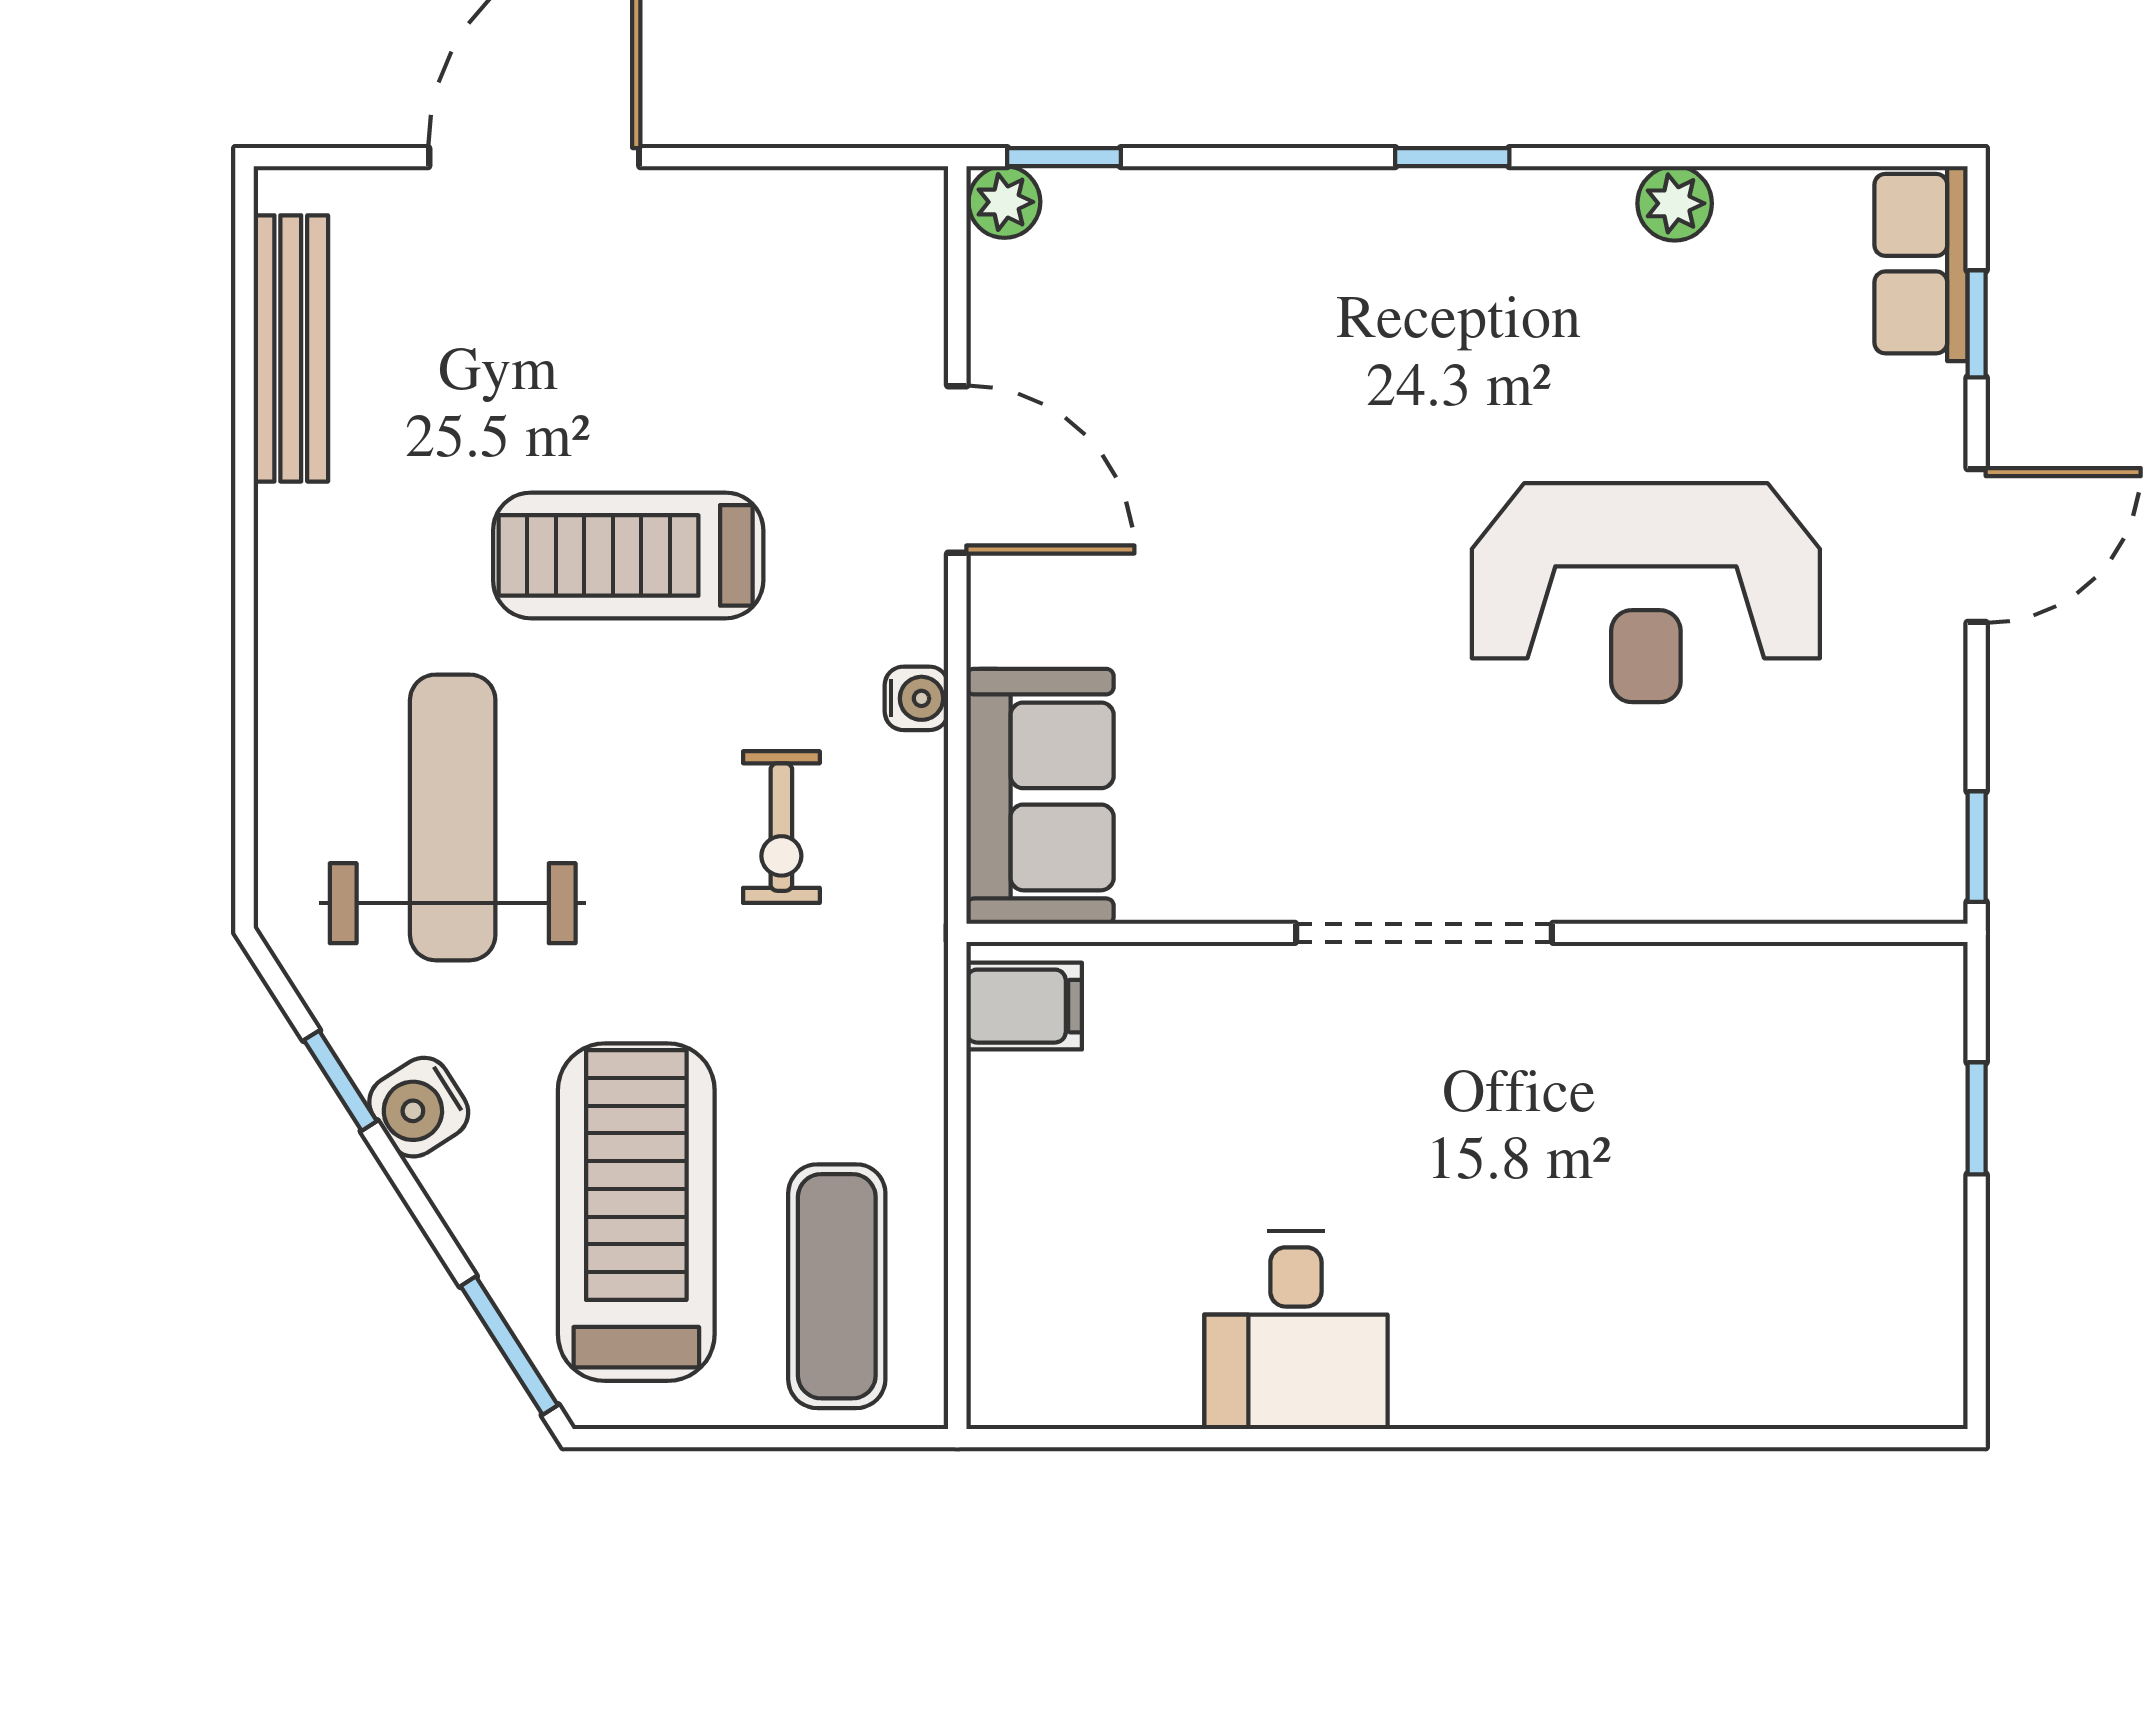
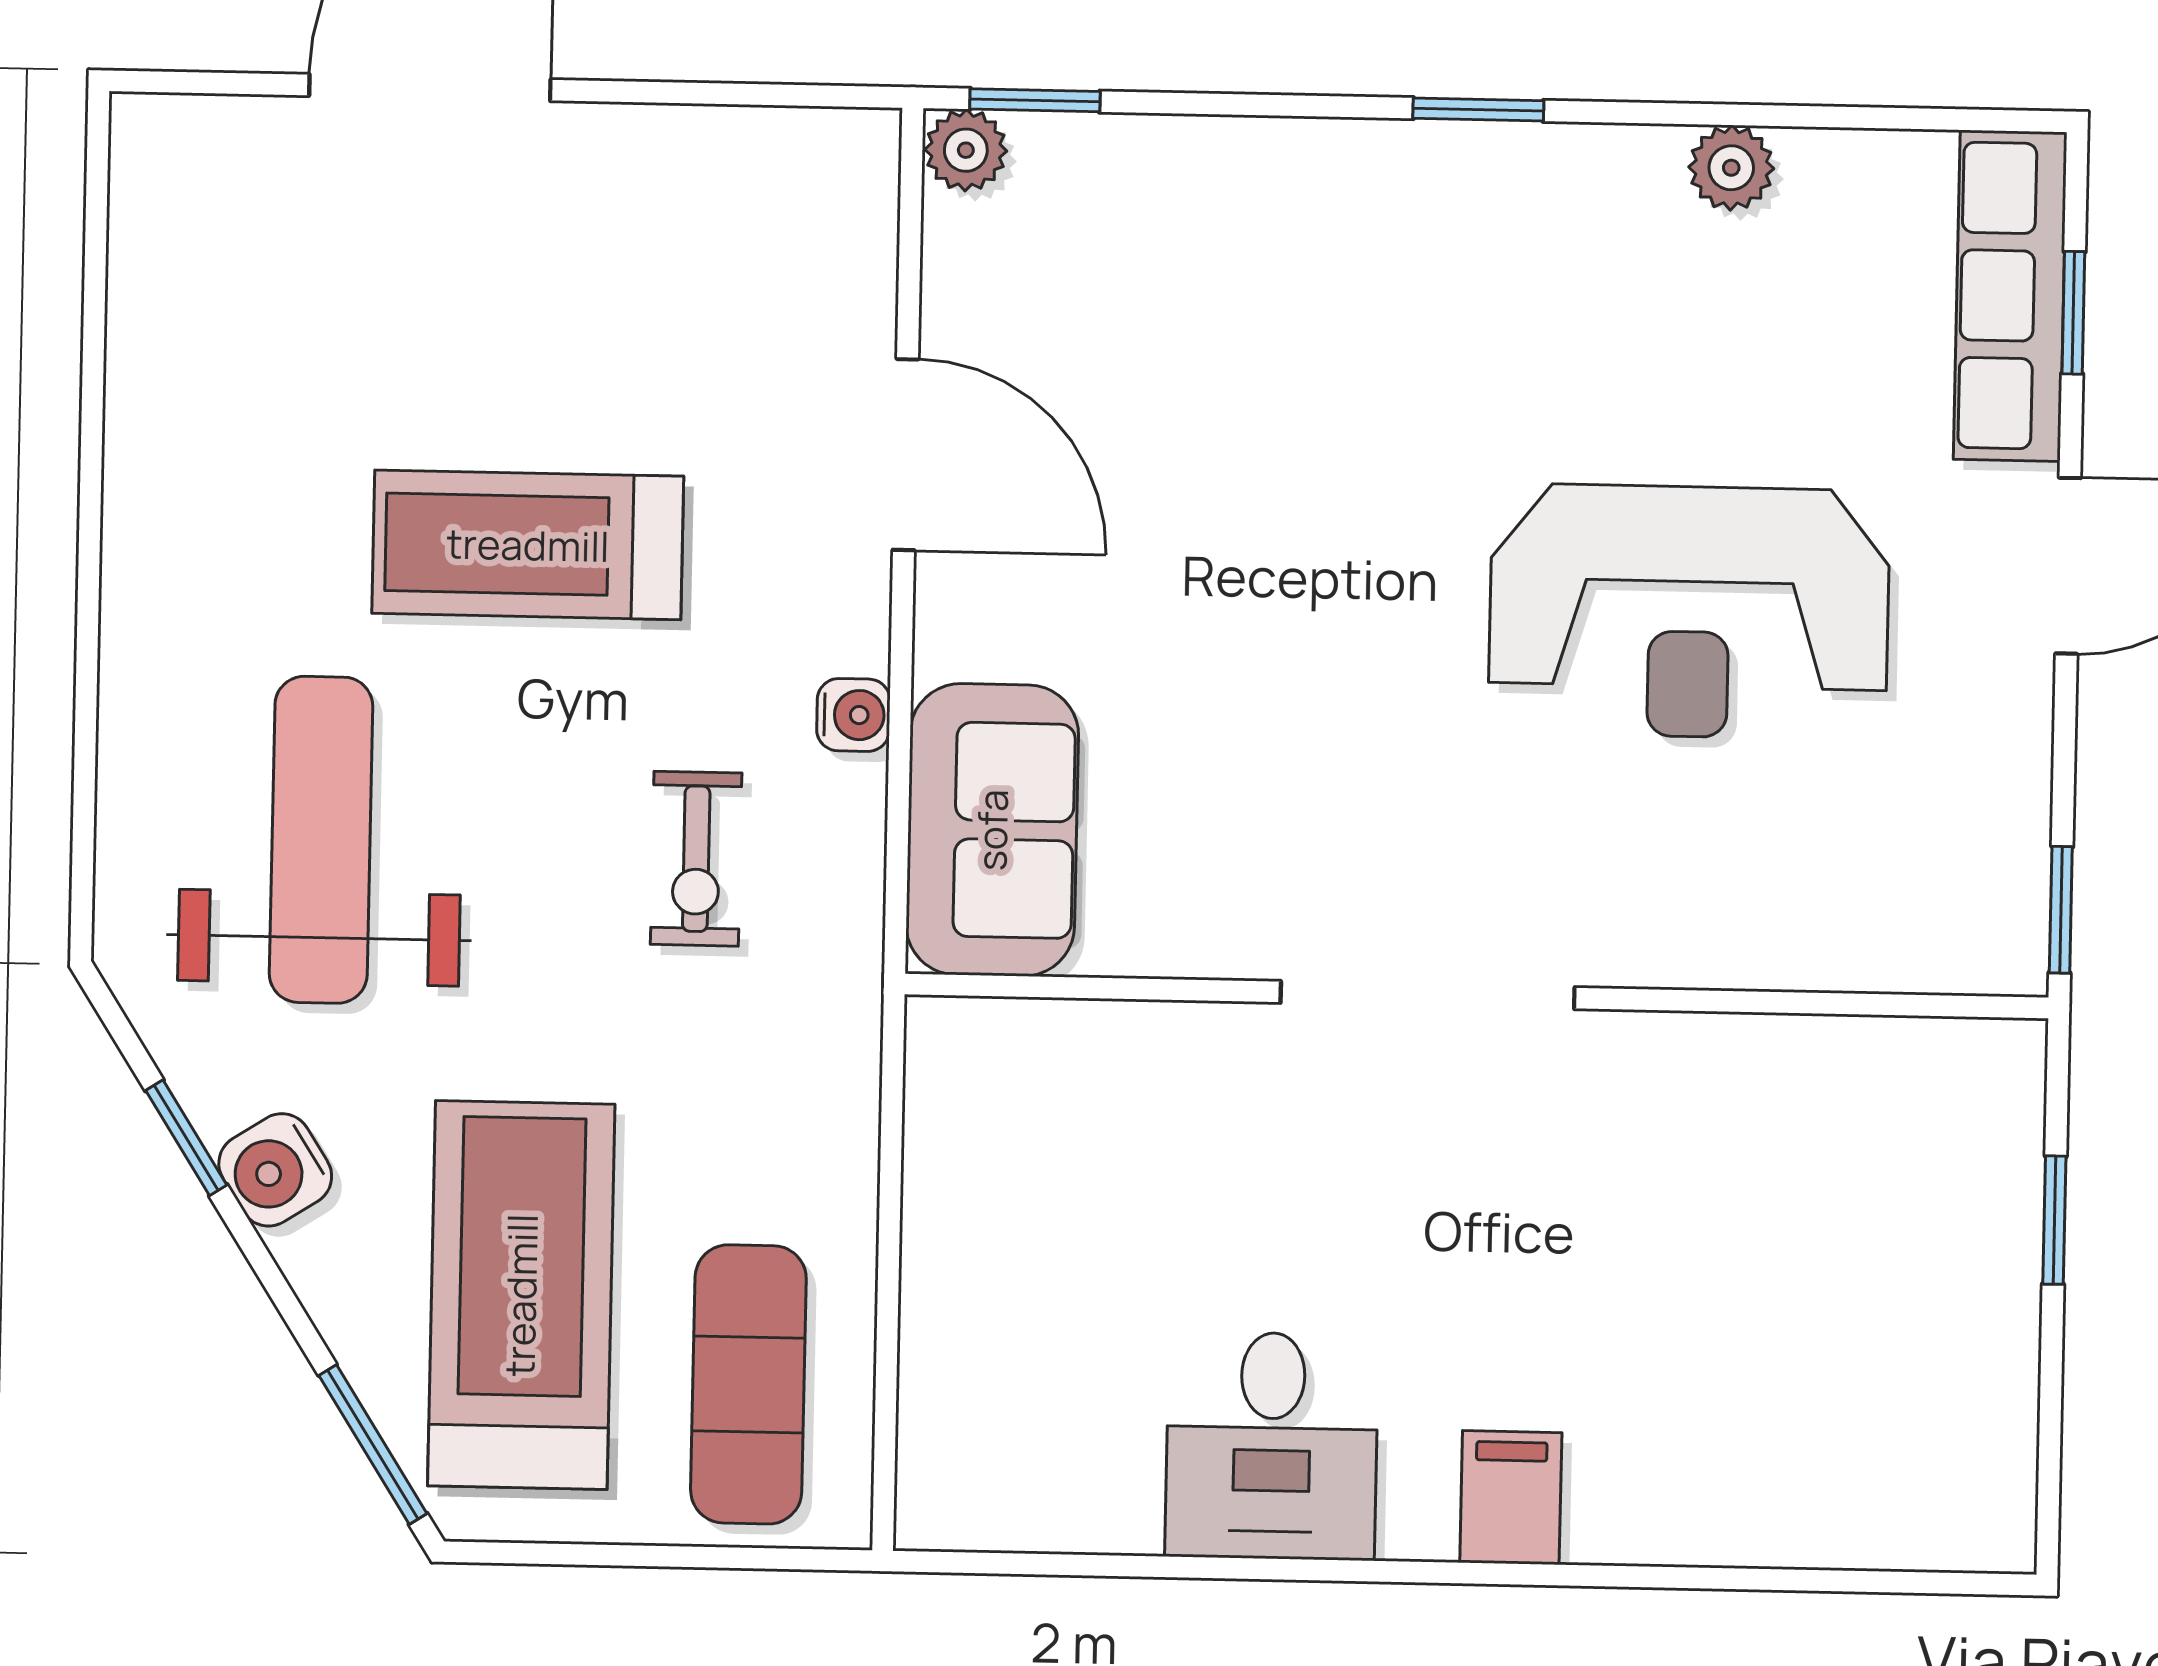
row of seats: (1921, 264) -> (2010, 296), width x1.48
bench: (291, 348) -> (147, 300), removed
filing cabinet: (1024, 1006) -> (1511, 1498), moved, turned -90

